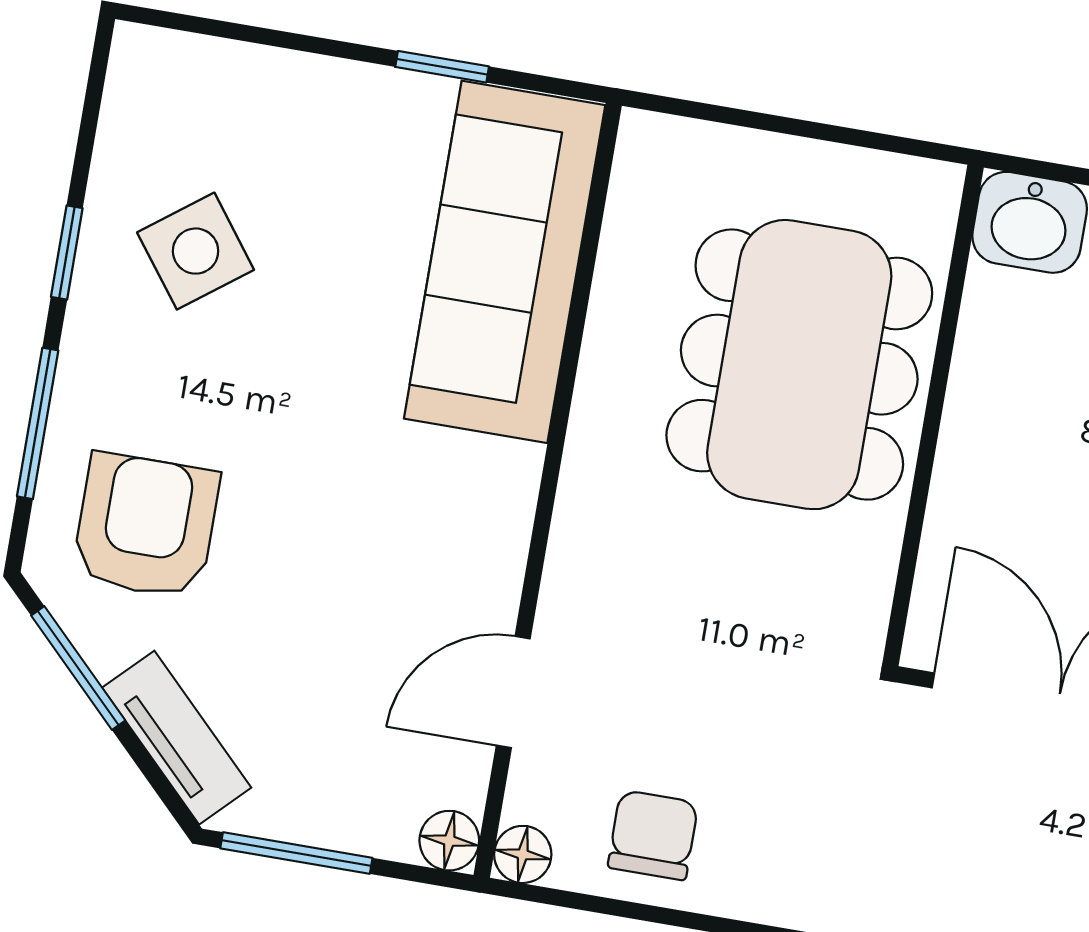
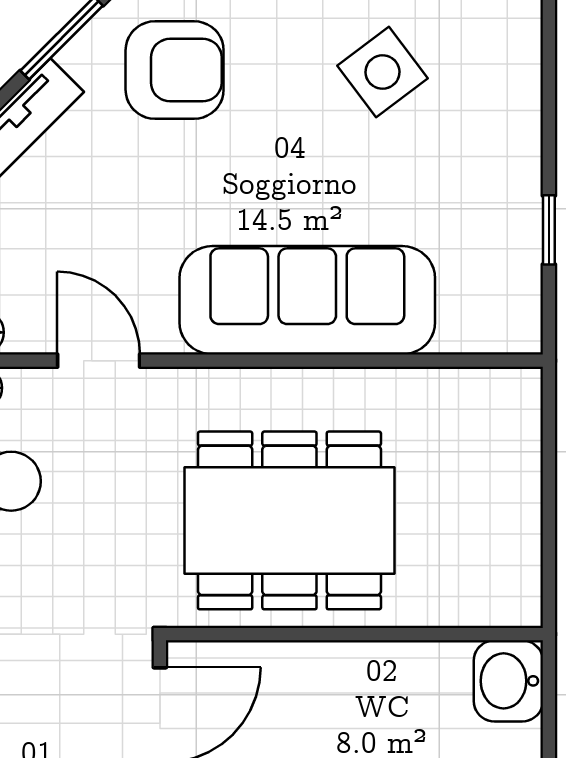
sofa: (505, 262) -> (307, 300), moved
dining table: (799, 365) -> (289, 520), moved

